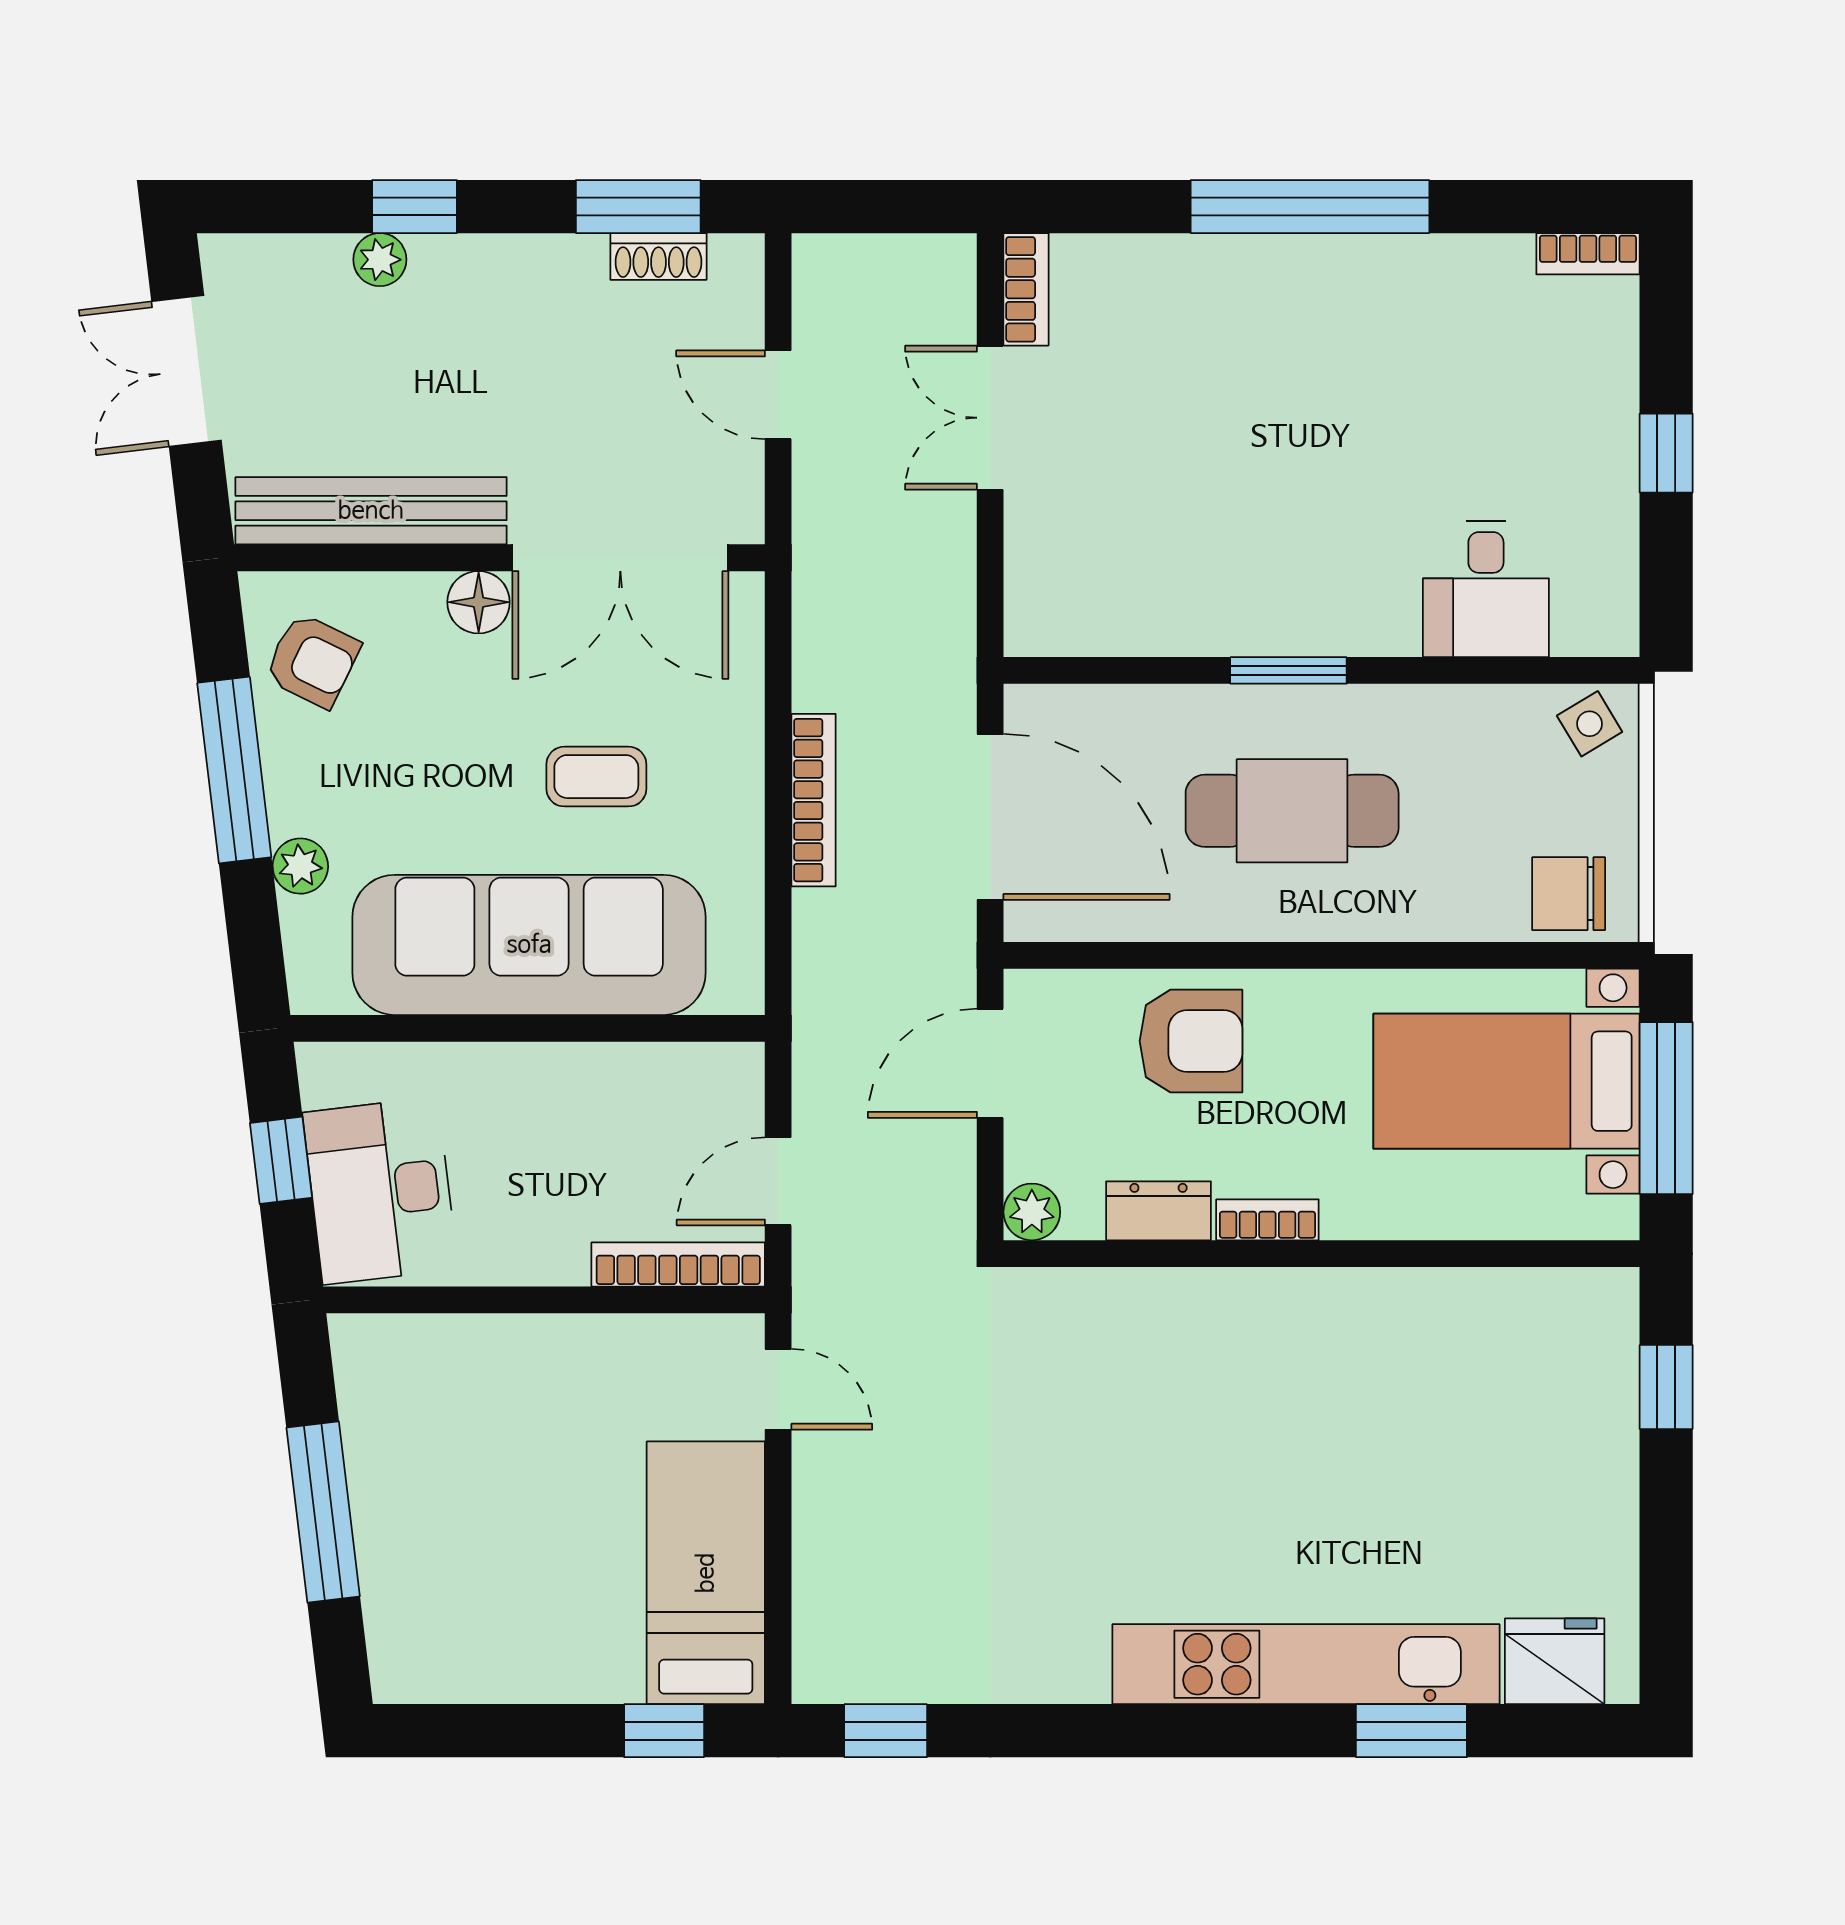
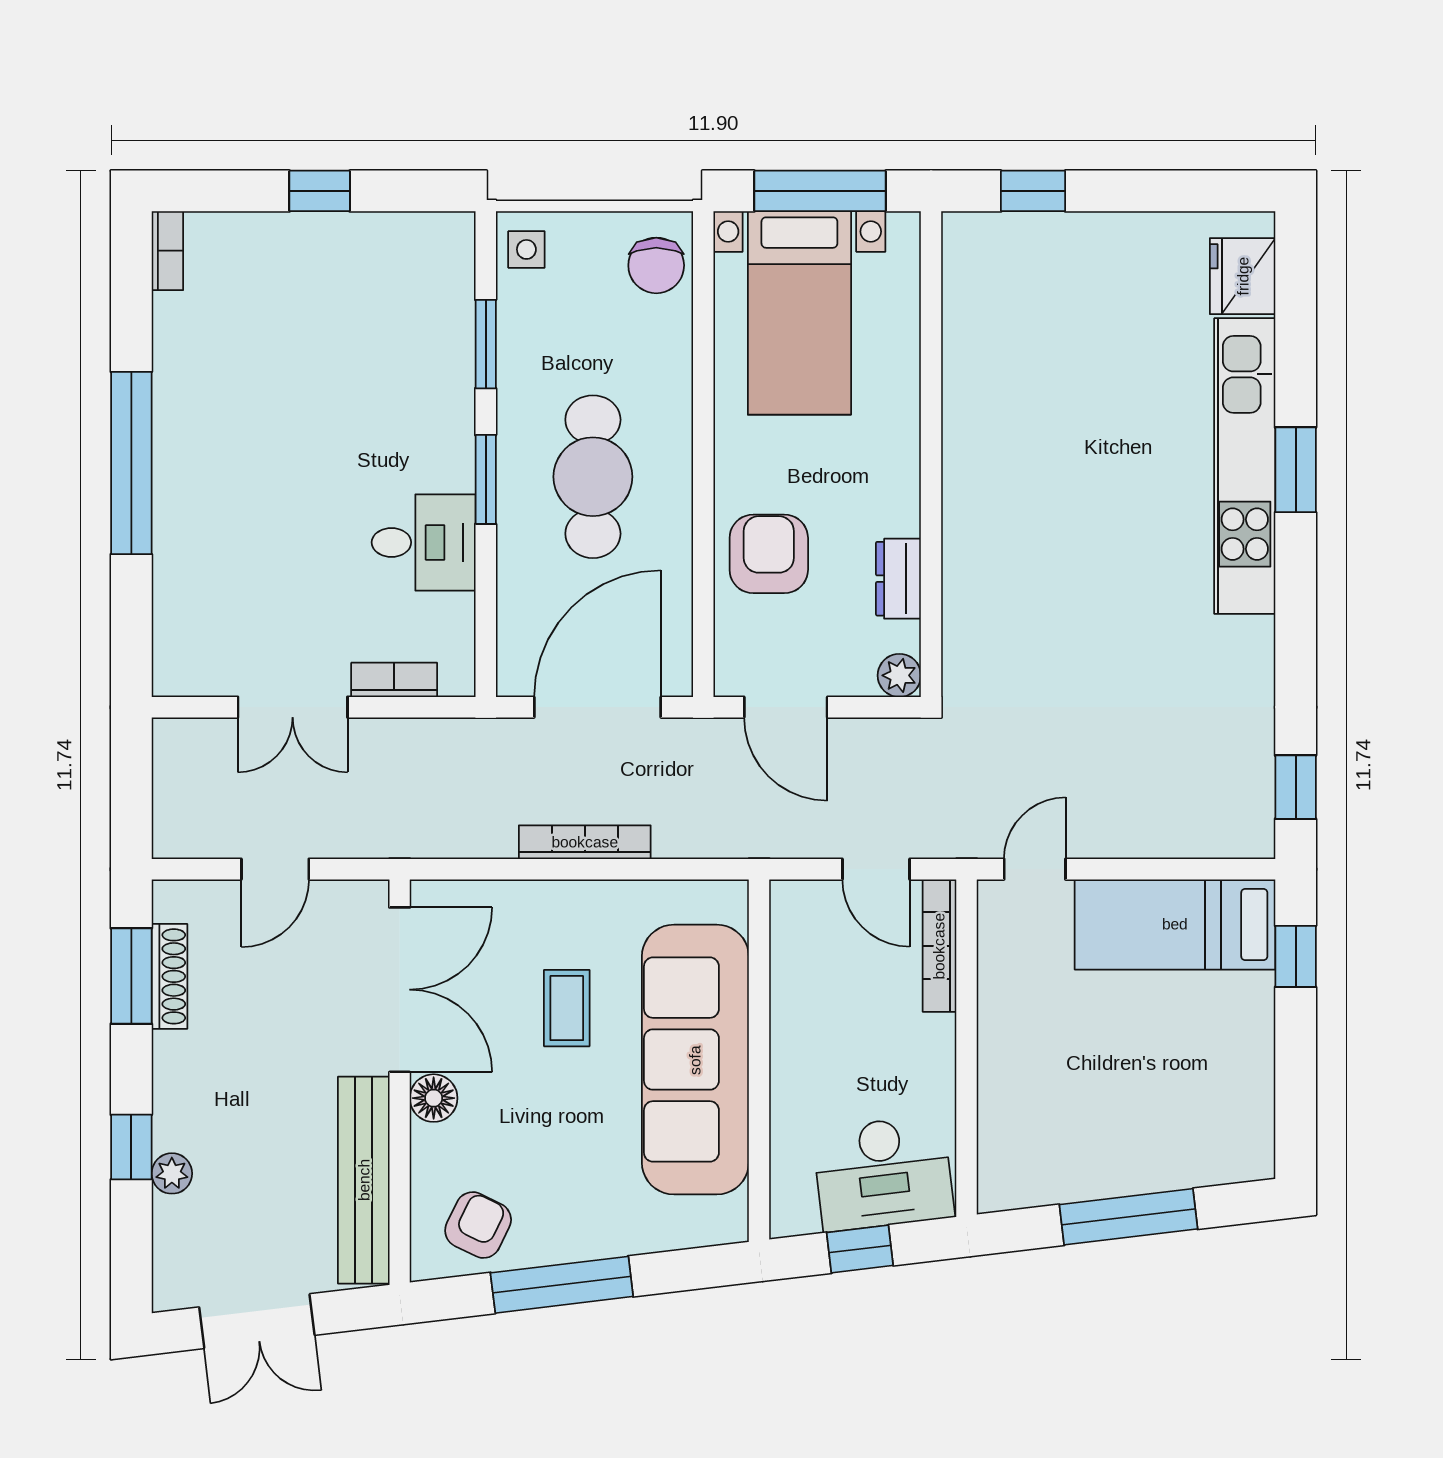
shoe rack: (659, 256) -> (169, 976), width x1.43
bookcase: (1026, 289) -> (394, 680), moved
desk: (1486, 589) -> (424, 542), moved
window: (1466, 670) -> (486, 344), added
side table: (1590, 724) -> (526, 249), turned 31
plant: (300, 866) -> (635, 1234), removed
bookcase: (1267, 1220) -> (905, 495), removed
window: (1411, 1731) -> (1296, 470), moved

